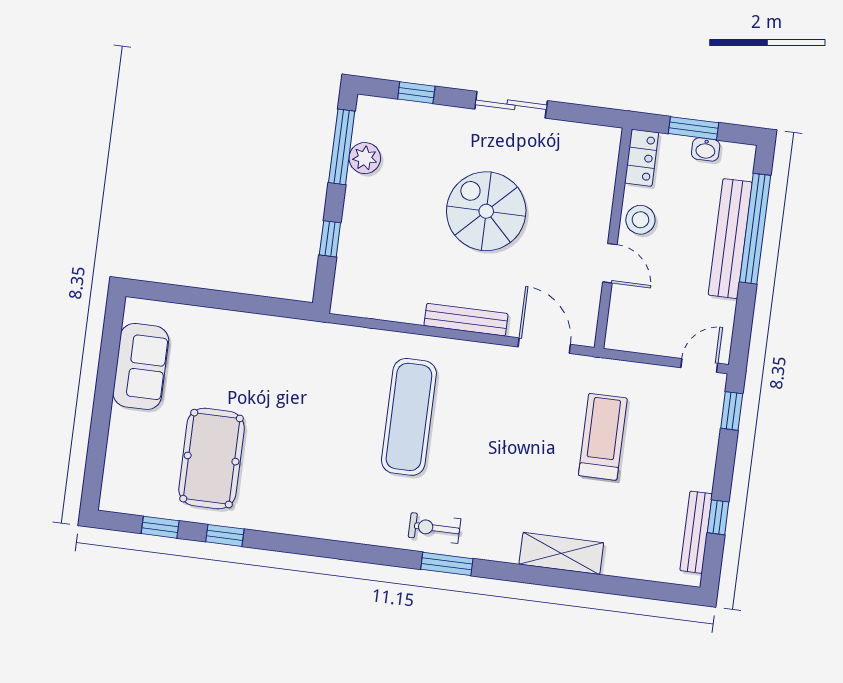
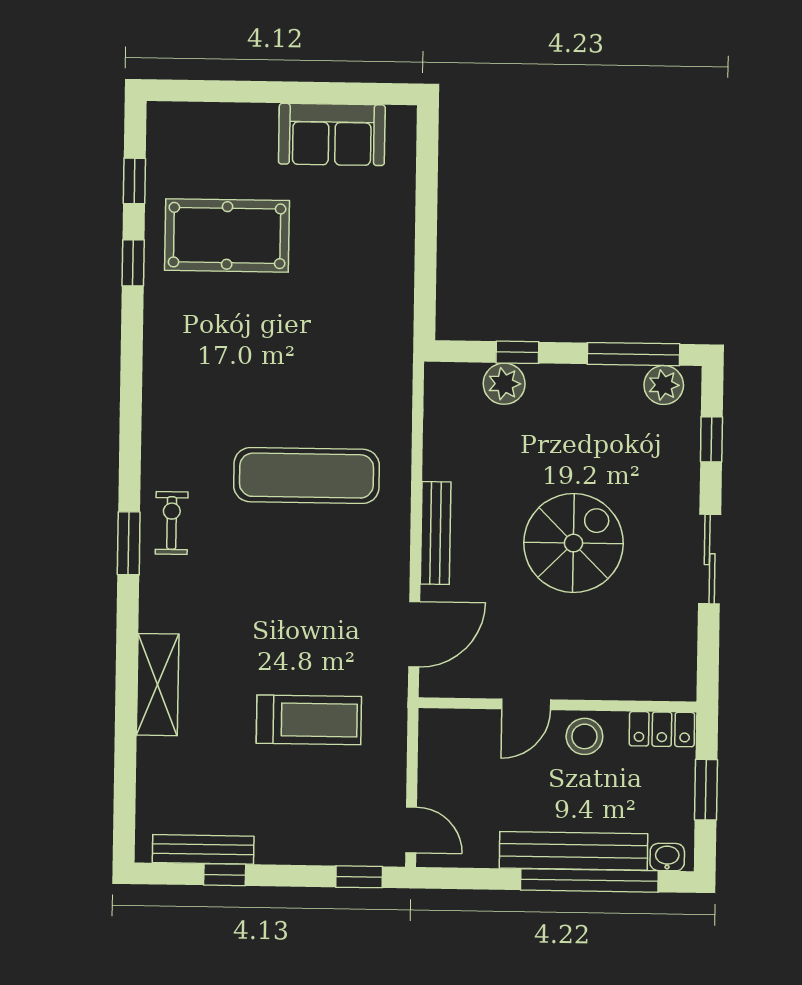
washbasin: (706, 149) -> (667, 857), moved, turned 90
plant: (365, 158) -> (664, 385), moved
plant: (354, 252) -> (504, 384), added

